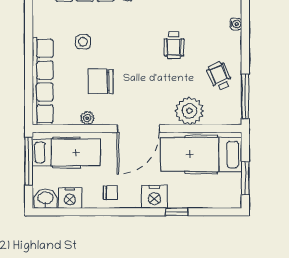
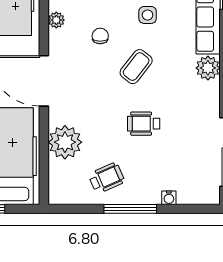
coffee table: (126, 51) -> (136, 67), added
chair: (101, 81) -> (100, 36), width x0.54, depth x0.54
window: (245, 96) -> (130, 209), moved

